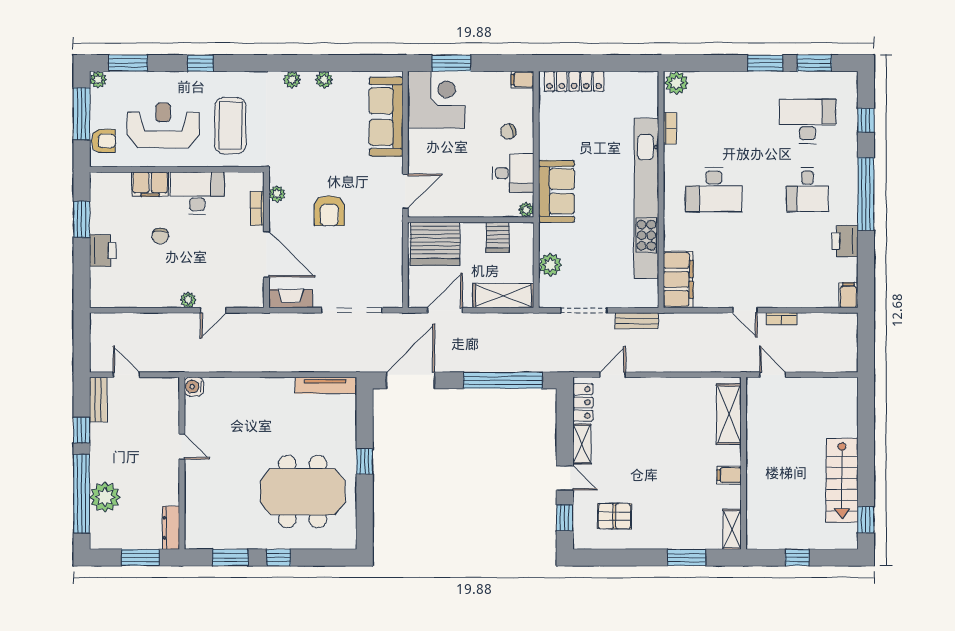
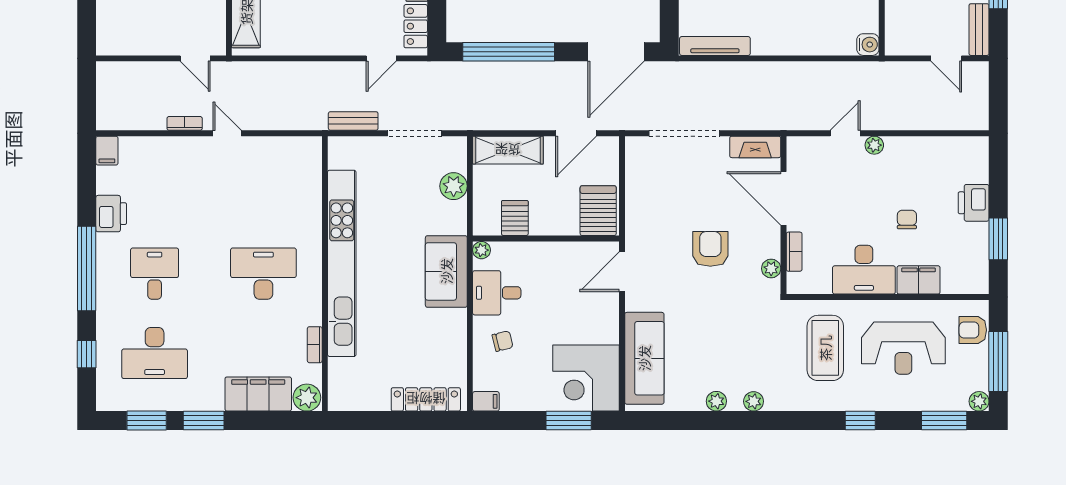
server rack: (435, 244) -> (598, 211), width x0.62
filing cabinet: (678, 279) -> (258, 394), moved, turned 90

